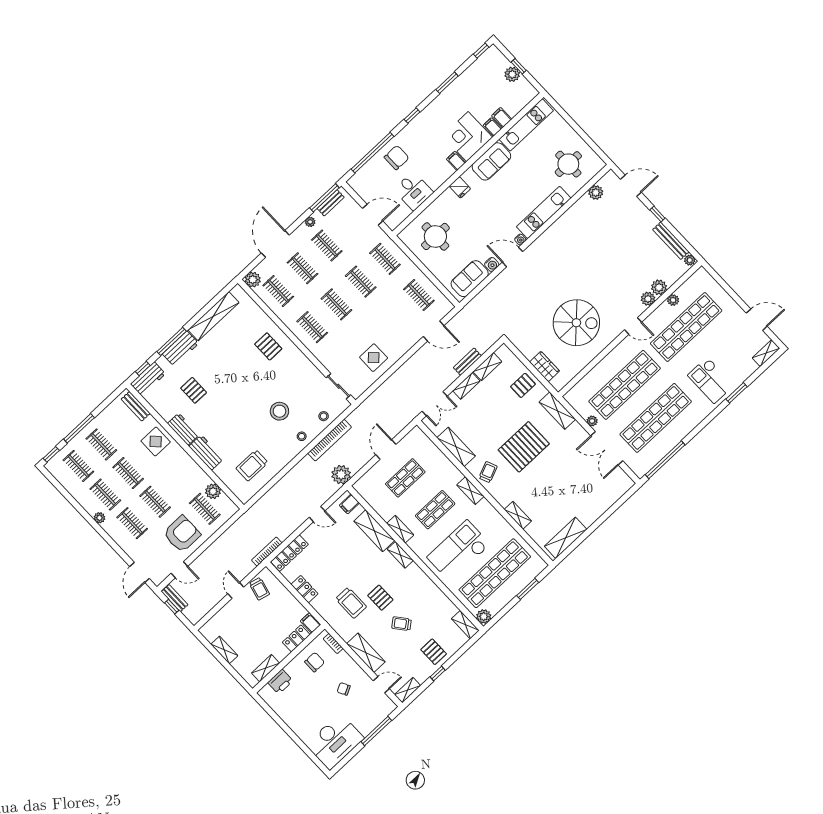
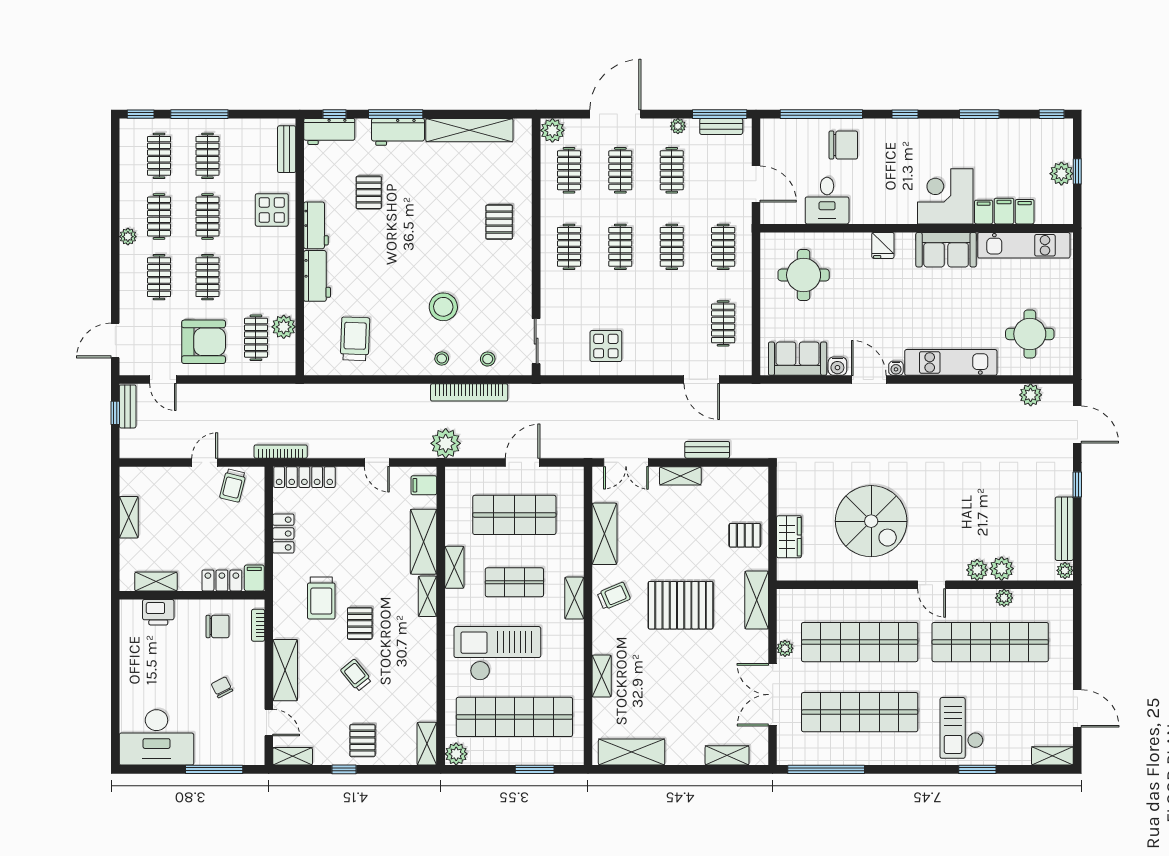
filing cabinet: (456, 161) -> (1025, 212), moved
shelving: (487, 367) -> (727, 755), moved
trolley: (252, 465) -> (355, 339), turned 92
shop shelf: (405, 478) -> (514, 515), width x1.43, depth x1.36

